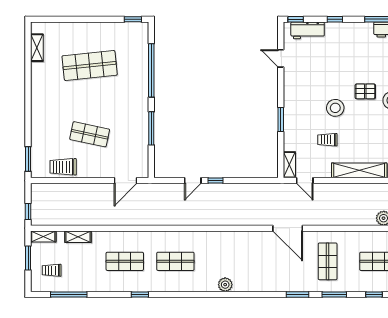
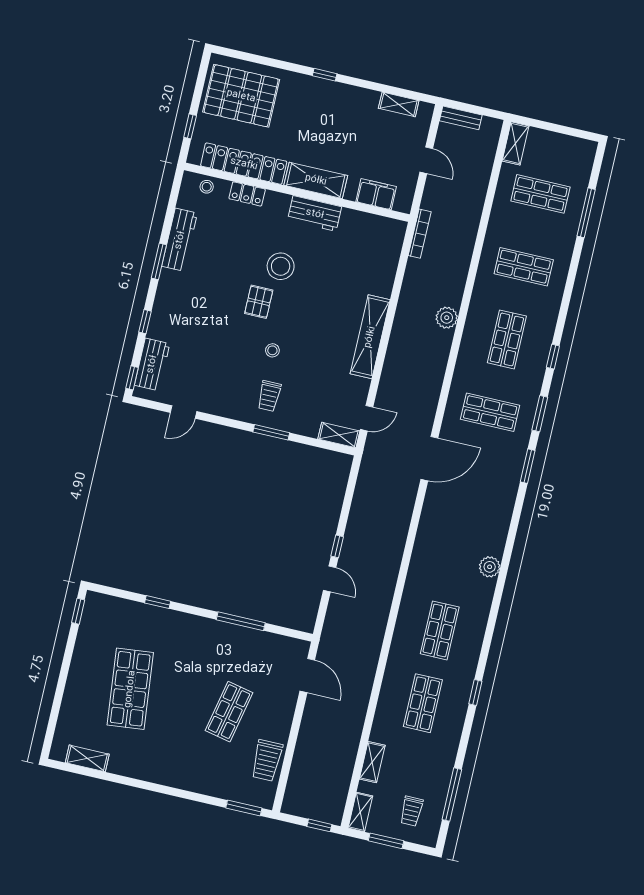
window: (151, 70) -> (158, 602), width x0.32
stool: (335, 108) -> (272, 350), width x0.53, depth x0.53
trolley: (327, 140) -> (269, 396), moved

